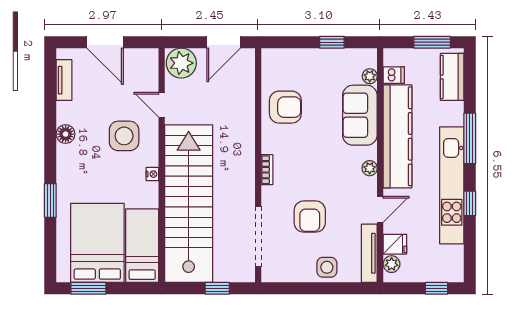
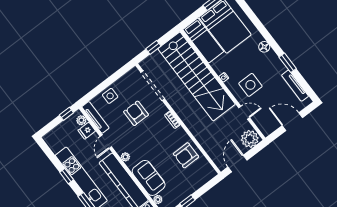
tv unit: (64, 80) -> (295, 86), width x1.41
floor lamp: (66, 134) -> (264, 47), moved
window: (50, 201) -> (288, 63), moved
window: (437, 288) -> (66, 114), moved

